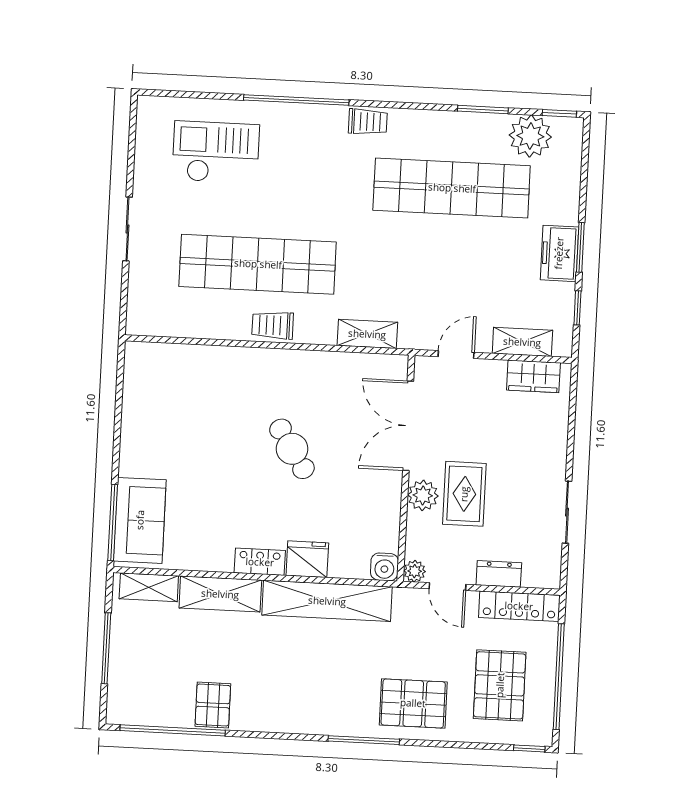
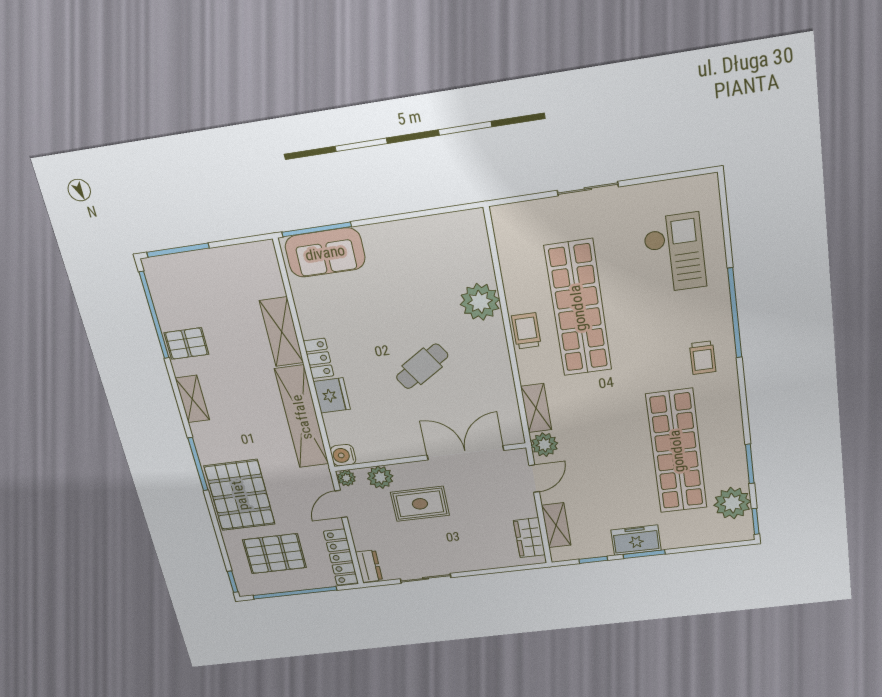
trolley: (368, 122) -> (703, 358), moved
plant: (415, 334) -> (544, 445), added
door: (456, 354) -> (534, 479), hinge flipped
plant: (229, 368) -> (480, 302), added
plant: (423, 495) -> (380, 477), moved
dresser: (499, 574) -> (369, 566), moved
shelving: (149, 587) -> (192, 399), moved
window: (106, 648) -> (178, 250), moved
pallet: (413, 703) -> (240, 495), width x1.37, depth x1.41

